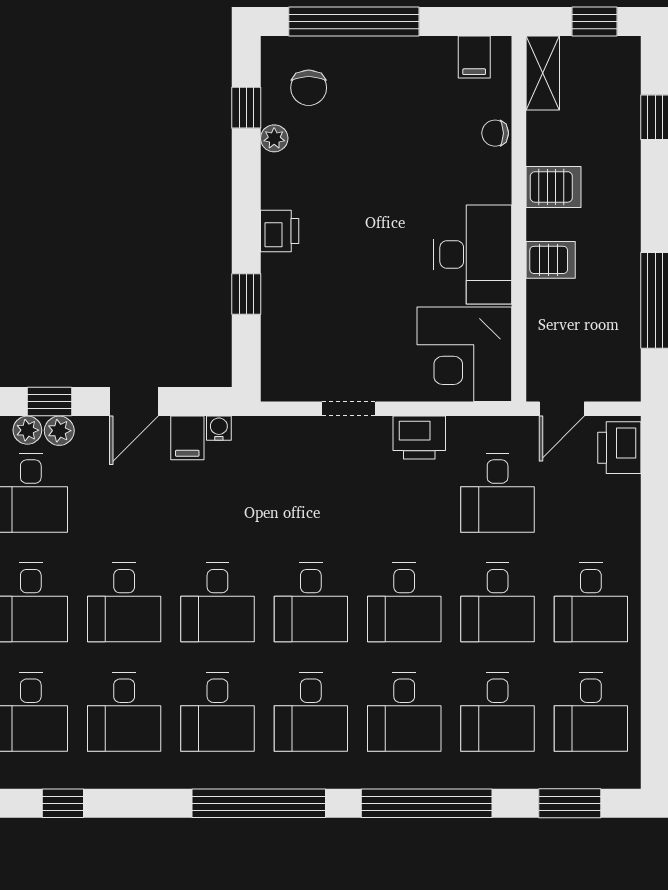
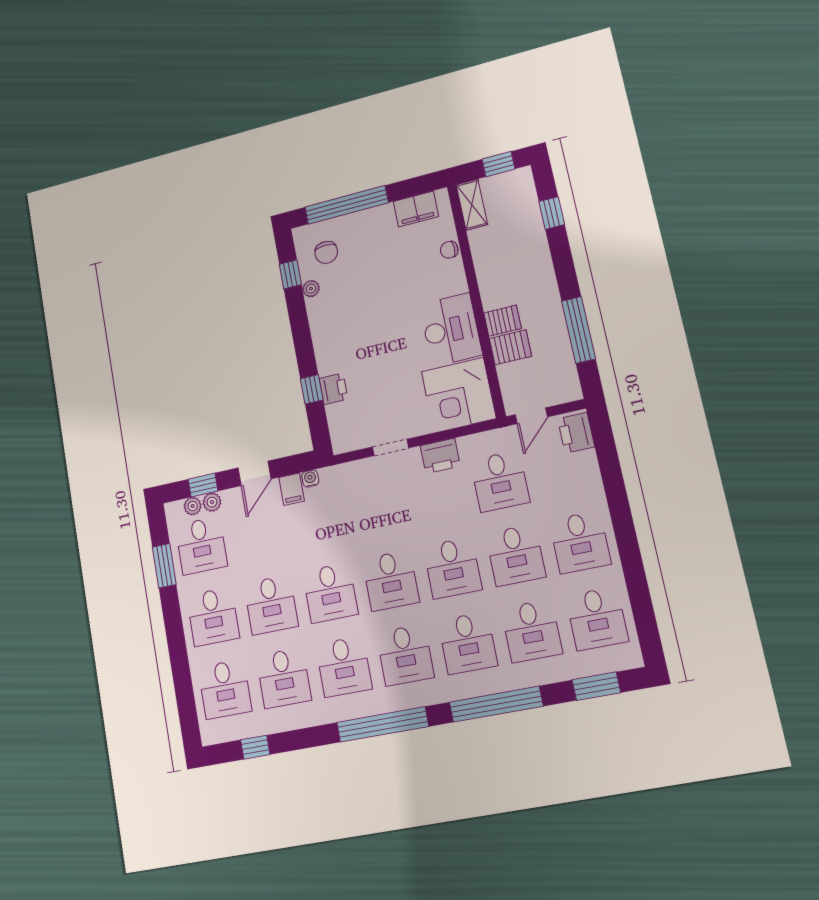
filing cabinet: (474, 57) -> (416, 209), width x2.00
server rack: (554, 187) -> (510, 347), moved
printer: (280, 231) -> (333, 389), moved

